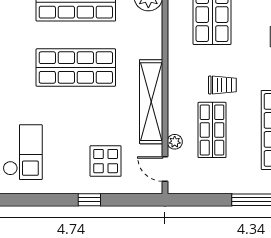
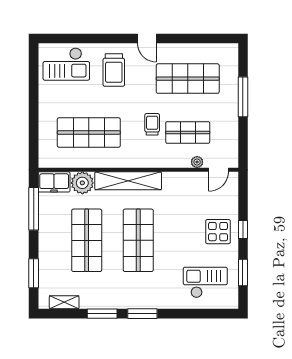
shelving: (151, 102) -> (128, 181), moved
display table: (106, 161) -> (218, 232), moved
window: (35, 200) -> (243, 273), added

